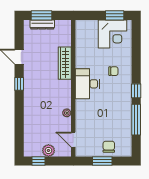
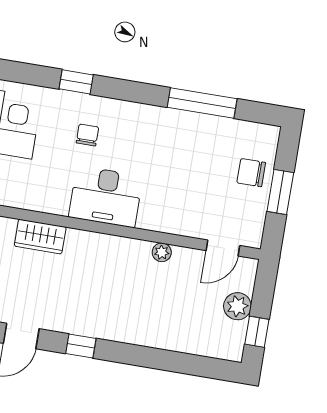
wardrobe: (65, 63) -> (40, 237), width x0.67
window: (136, 91) -> (76, 82), moved

